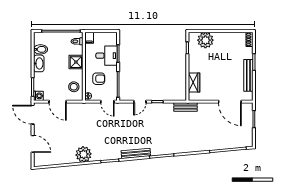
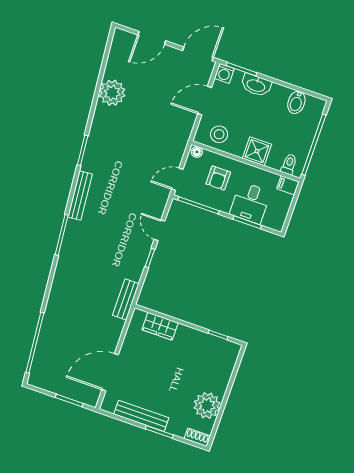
plant: (205, 40) -> (207, 405), moved
washbasin: (39, 63) -> (256, 85), moved
plant: (83, 154) -> (112, 93), moved

